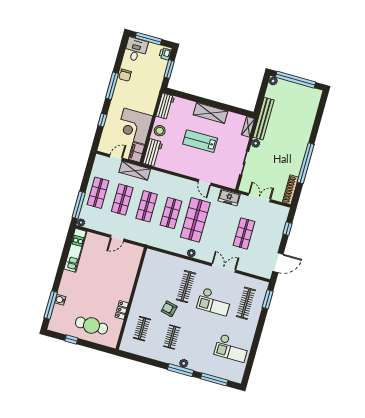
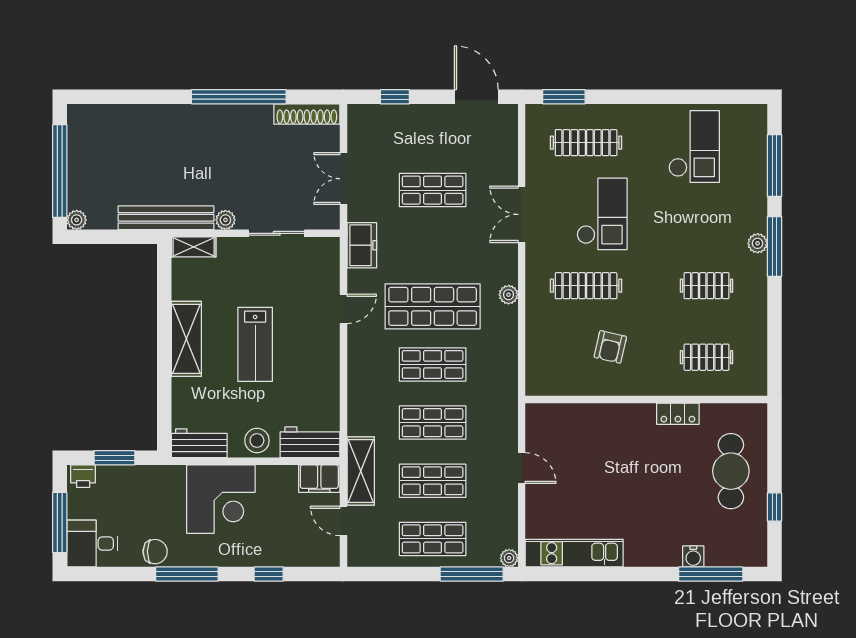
corner desk: (135, 126) -> (221, 499), moved
armchair: (169, 309) -> (610, 347), moved

